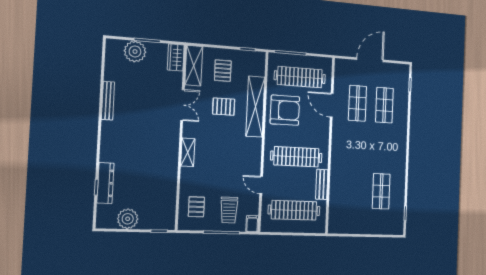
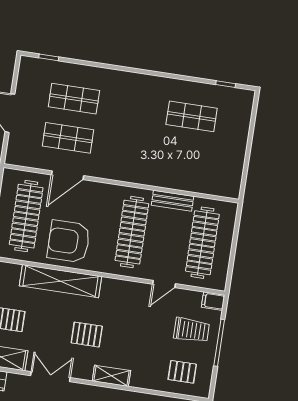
pallet: (224, 107) -> (87, 335), moved, turned 90
armchair: (285, 110) -> (69, 241), turned -90

